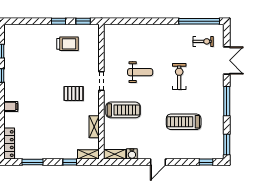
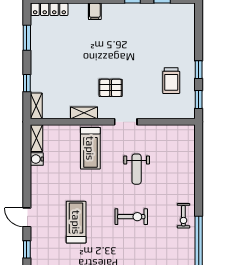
exercise bike: (203, 41) -> (183, 216), moved
pallet: (74, 93) -> (111, 88), turned 90
shelving: (94, 127) -> (84, 113), moved
door: (158, 162) -> (27, 217), moved

